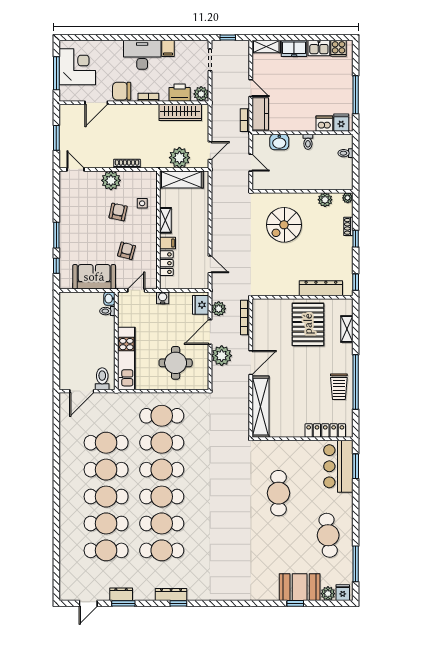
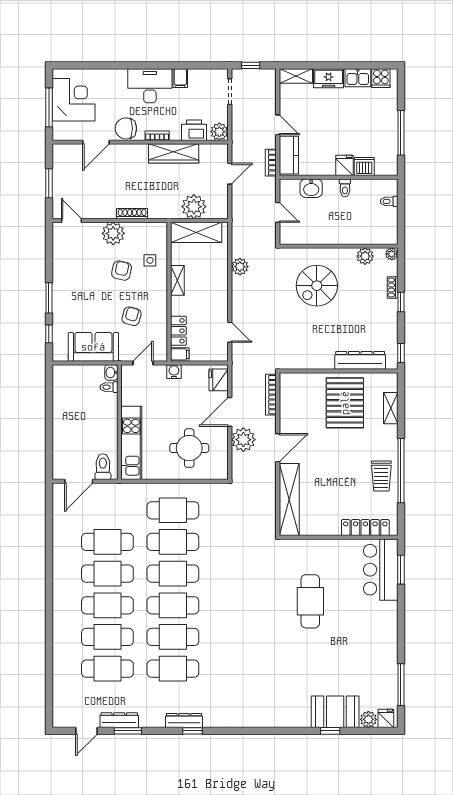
wardrobe: (180, 112) -> (174, 153), moved
fridge: (341, 123) -> (345, 165), moved
door: (210, 151) -> (230, 174), moved
filing cabinet: (168, 243) -> (180, 354), moved
plant: (219, 309) -> (240, 267), moved
cafe table: (328, 535) -> (369, 651), removed
dresser: (121, 594) -> (119, 720), width x1.44

